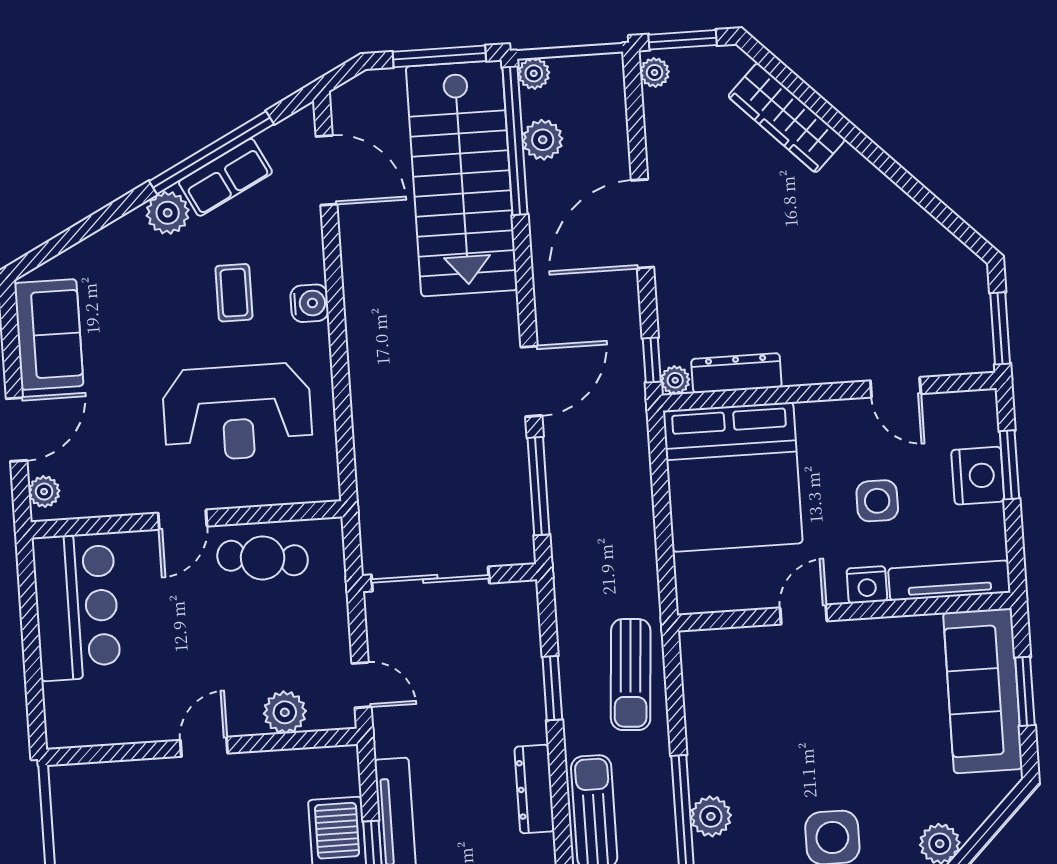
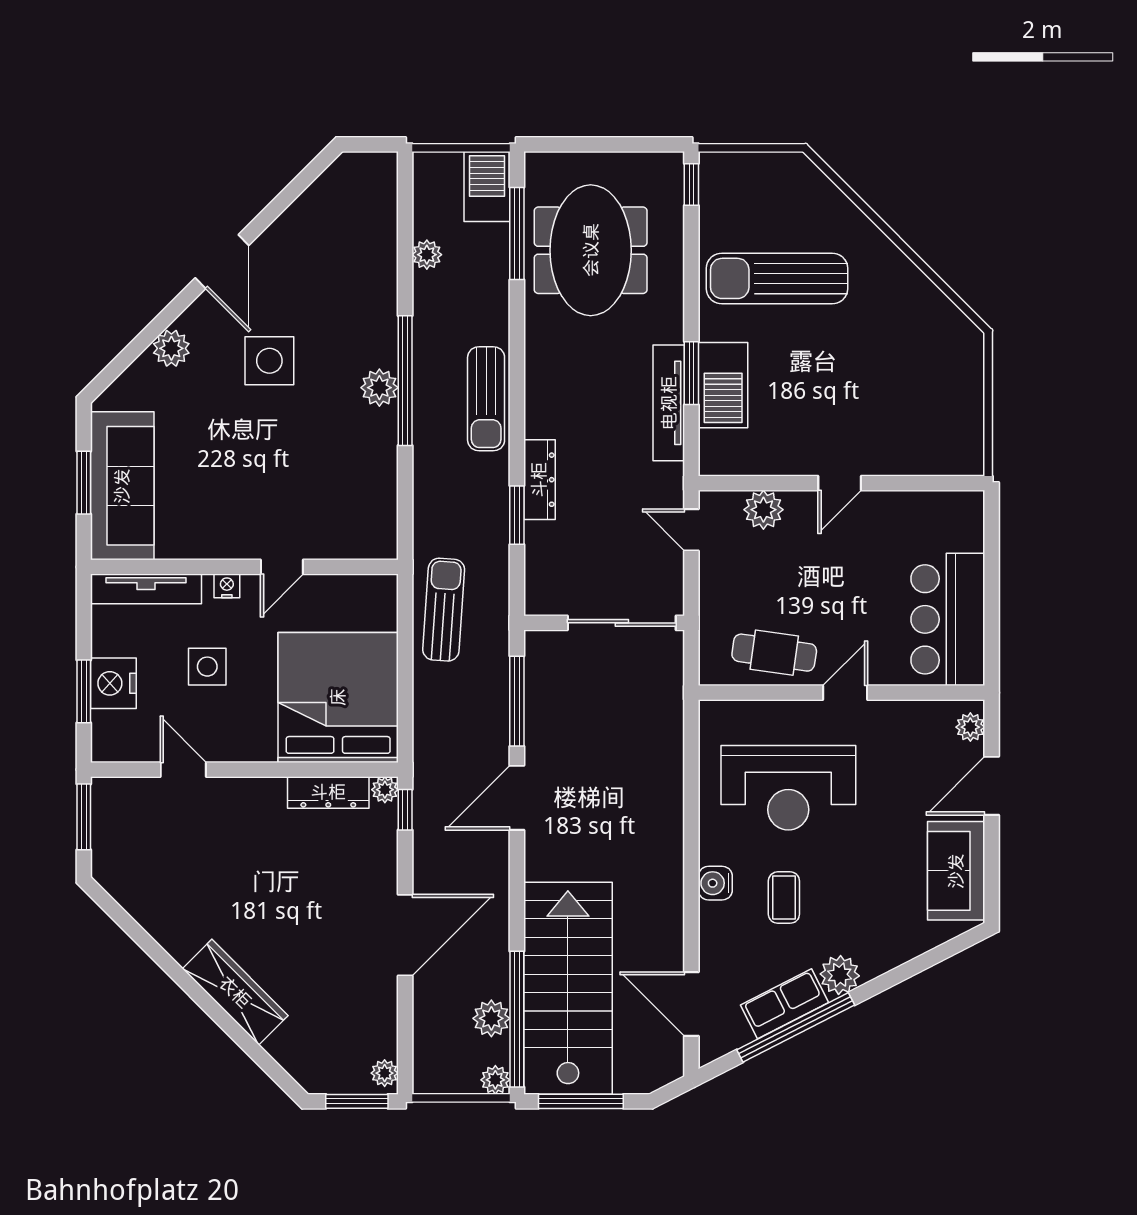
wardrobe: (787, 118) -> (235, 992), moved
reception desk: (237, 412) -> (788, 788), turned 180
nightstand: (867, 585) -> (227, 586), width x0.72, depth x0.74
sun lounger: (631, 675) -> (444, 610), moved
dresser: (534, 789) -> (539, 480), moved

